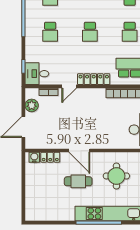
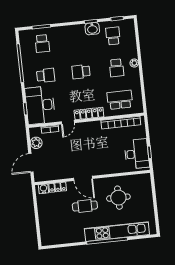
school desk: (50, 32) -> (46, 75), turned -90
school desk: (90, 32) -> (81, 72), turned 90
desk: (37, 74) -> (40, 105), width x1.87, depth x1.30

